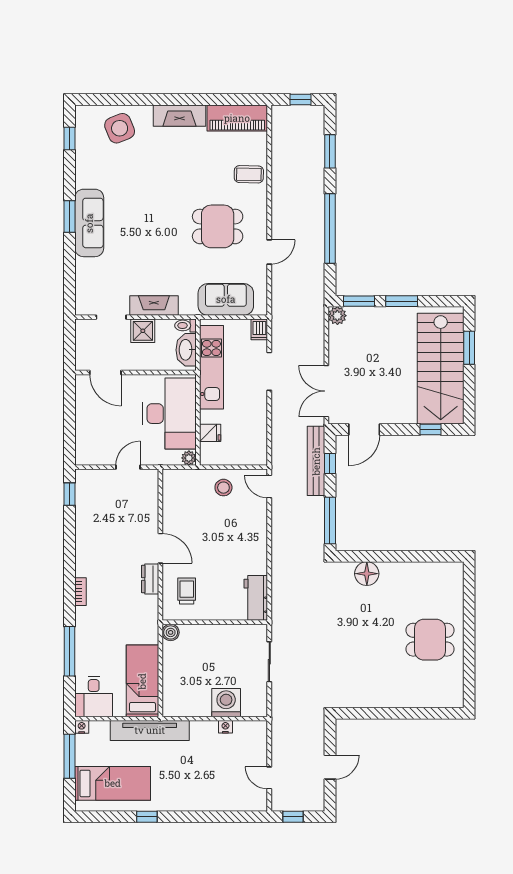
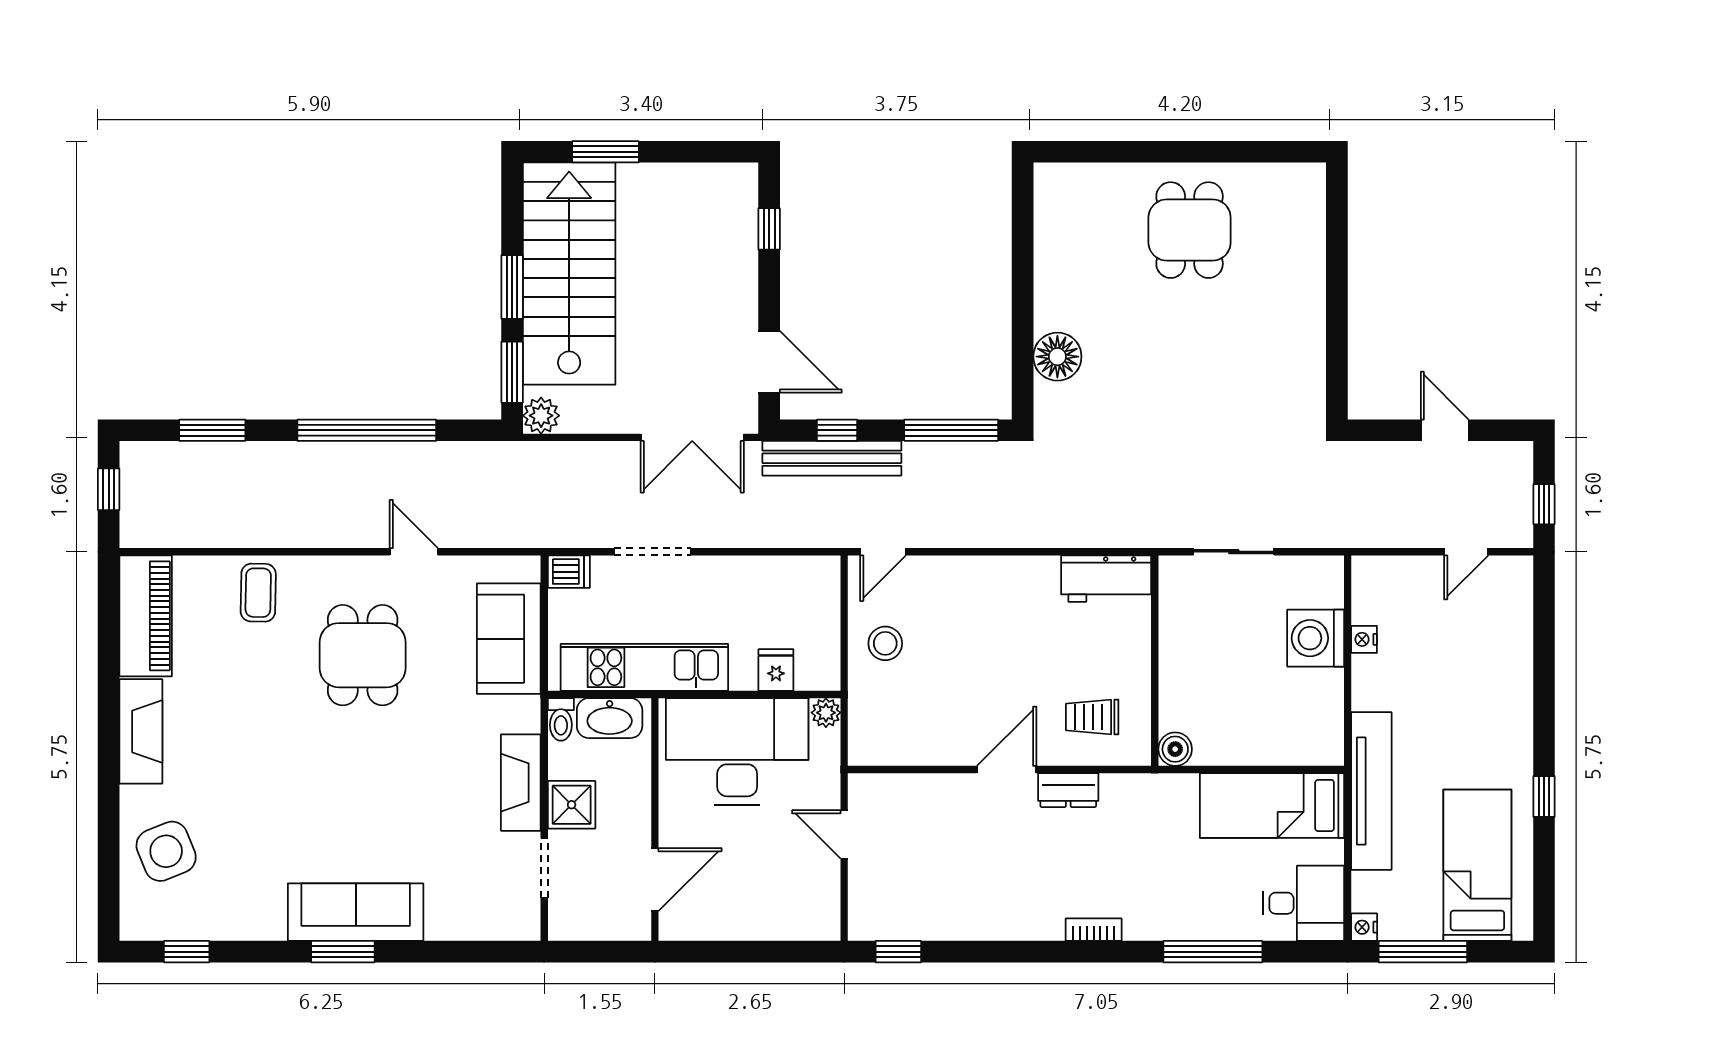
stairs: (441, 369) -> (569, 274), moved, turned -90

